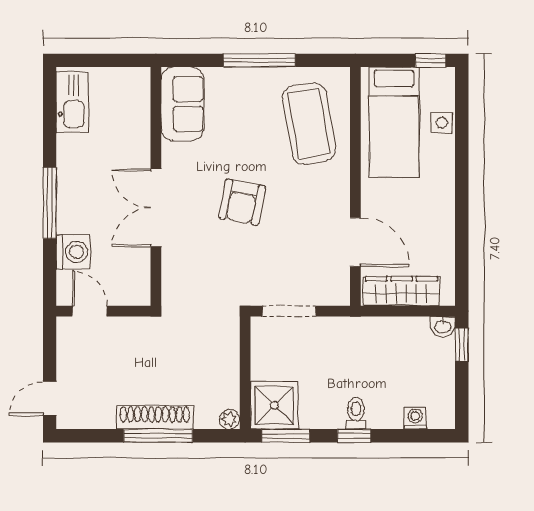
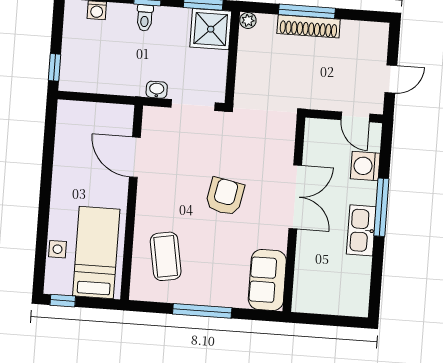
kitchen sink: (72, 102) -> (361, 230), moved
coffee table: (309, 124) -> (166, 256), width x0.73, depth x0.76
wardrobe: (401, 291) -> (100, 115), removed
washbasin: (443, 326) -> (157, 90), moved
door: (50, 399) -> (391, 79), moved

